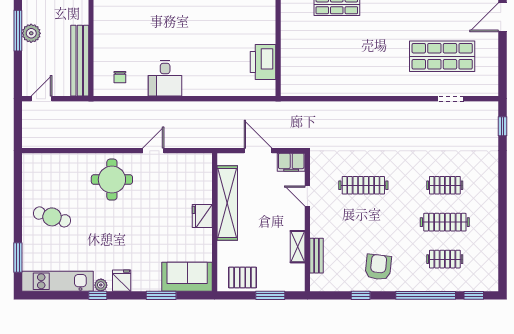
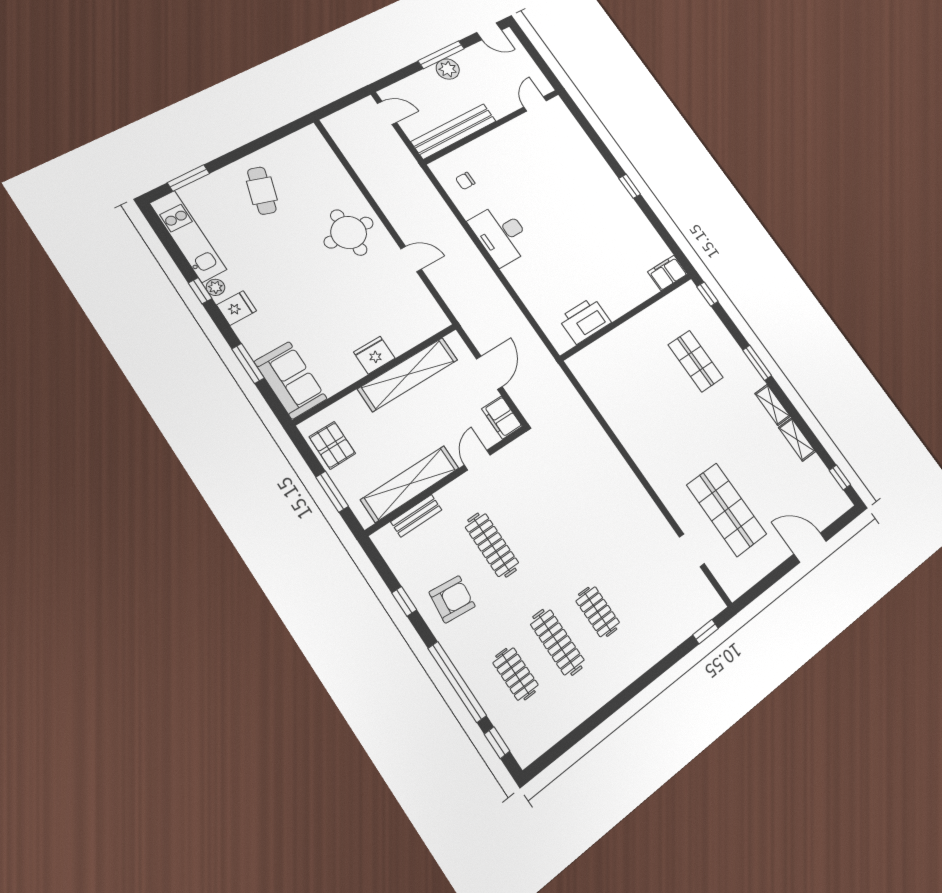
desk: (165, 78) -> (501, 234), width x1.37
clothes rail: (363, 185) -> (492, 545), moved
shelving: (298, 247) -> (410, 484), width x2.20, depth x1.33

